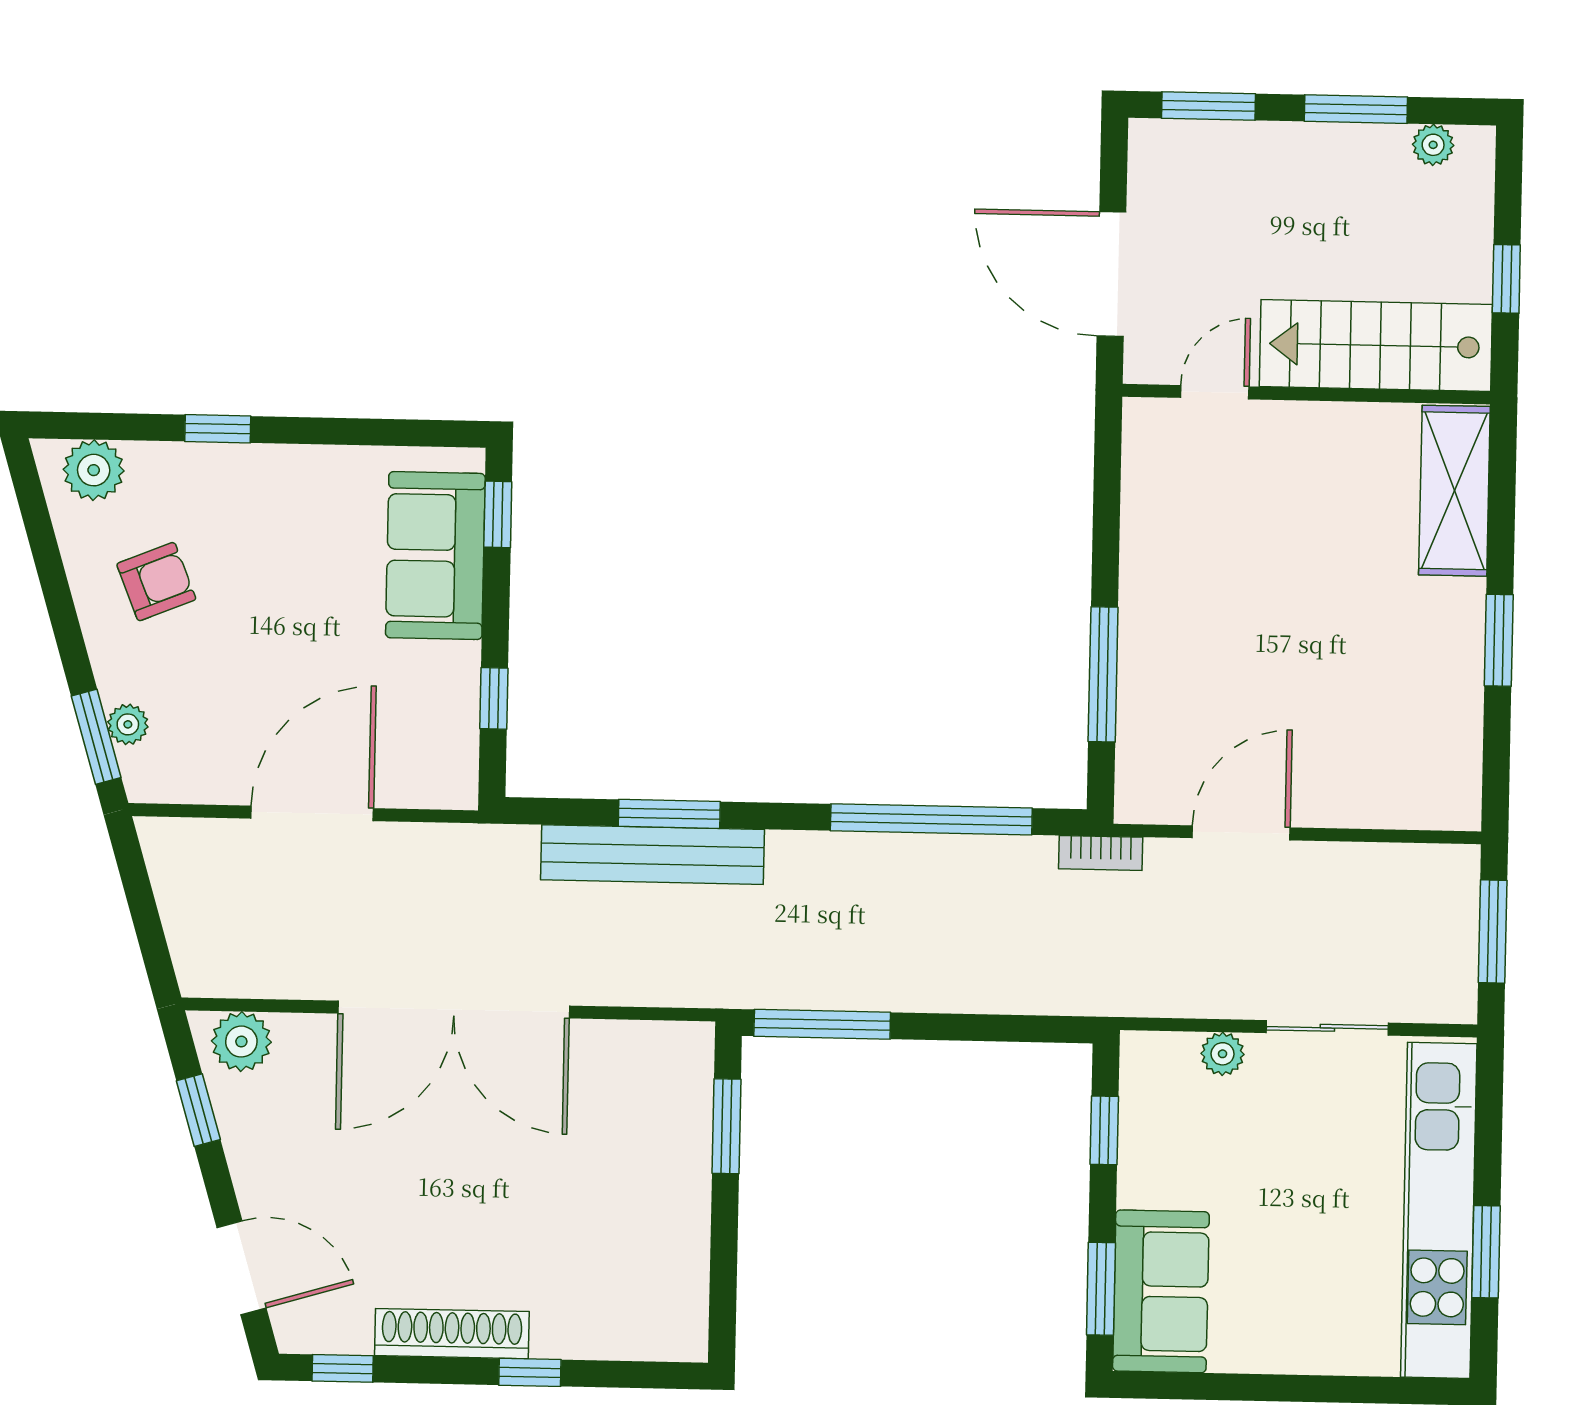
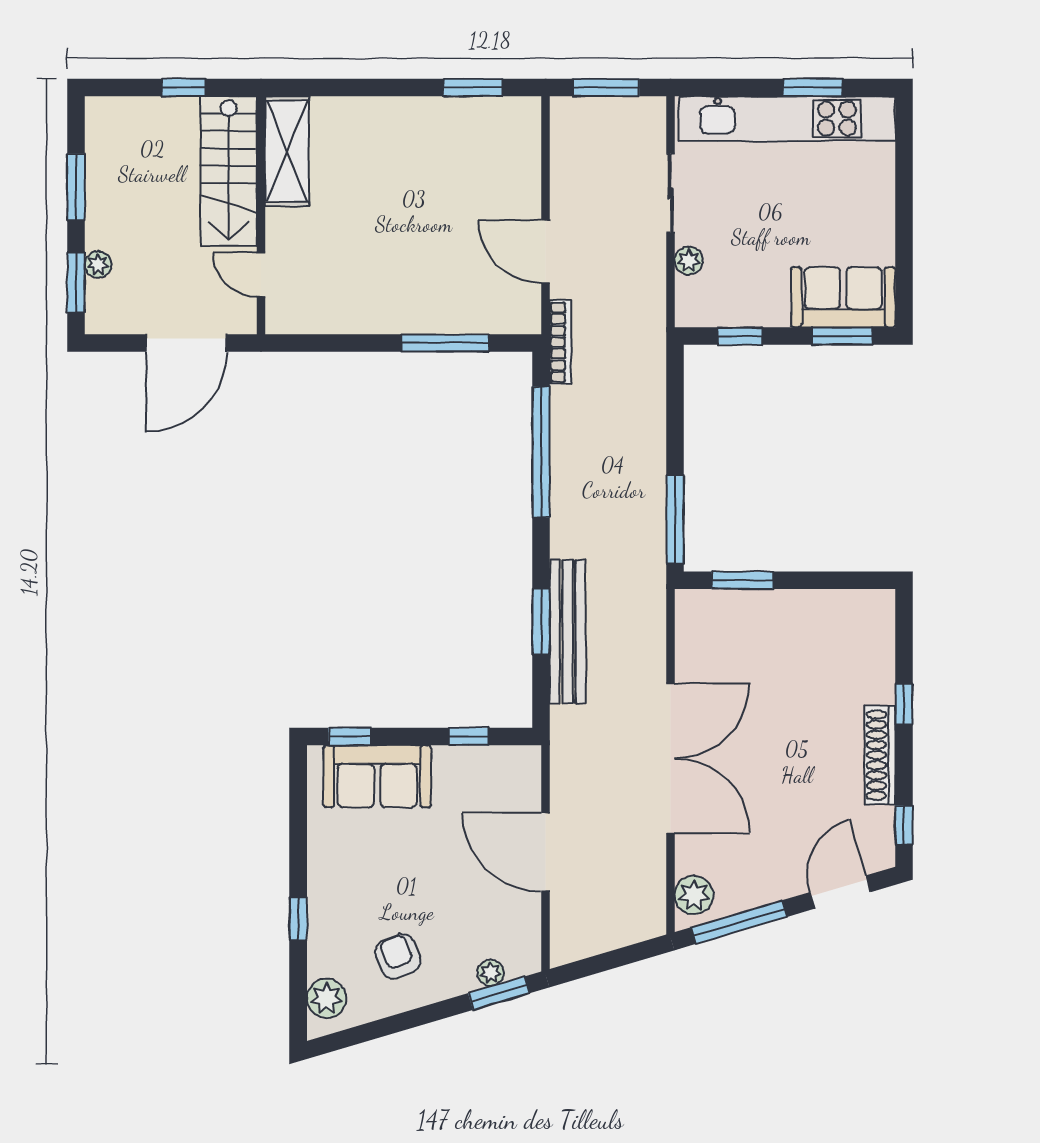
plant: (1433, 145) -> (98, 264), moved
shelving: (1454, 491) -> (287, 151), moved, turned 90
window: (1499, 640) -> (473, 88), moved
bookcase: (1101, 853) -> (561, 342), width x1.56
window: (198, 1110) -> (739, 922), width x2.17

